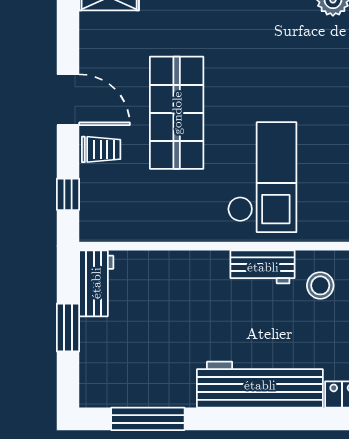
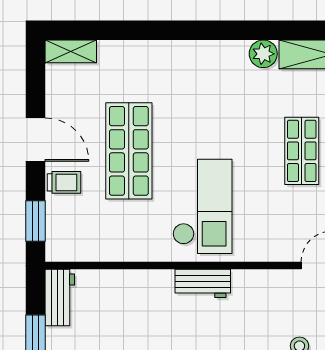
window: (68, 194) -> (35, 221), width x1.50
stool: (320, 285) -> (252, 299), removed

